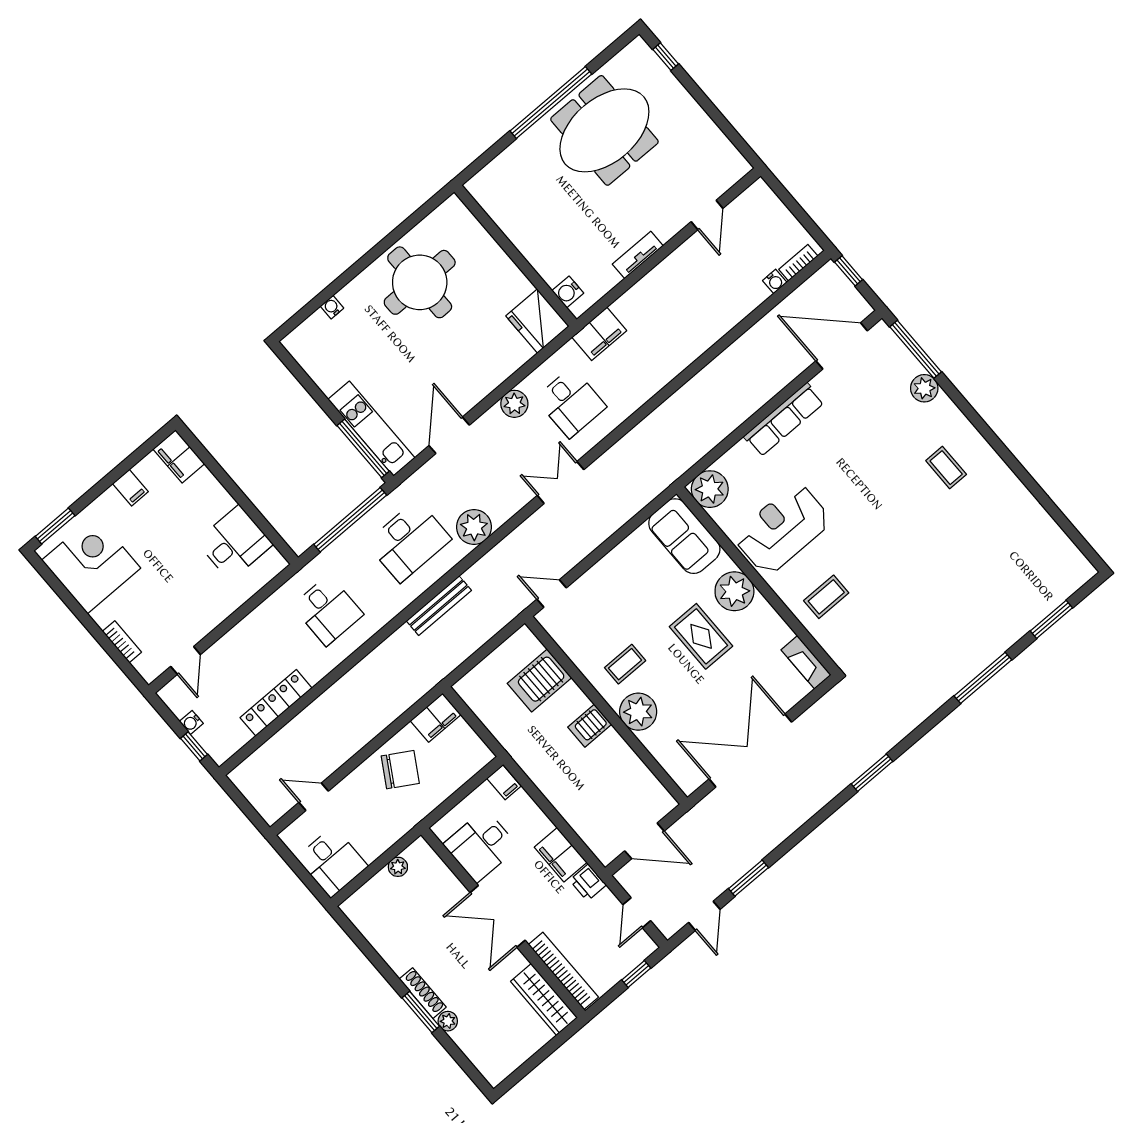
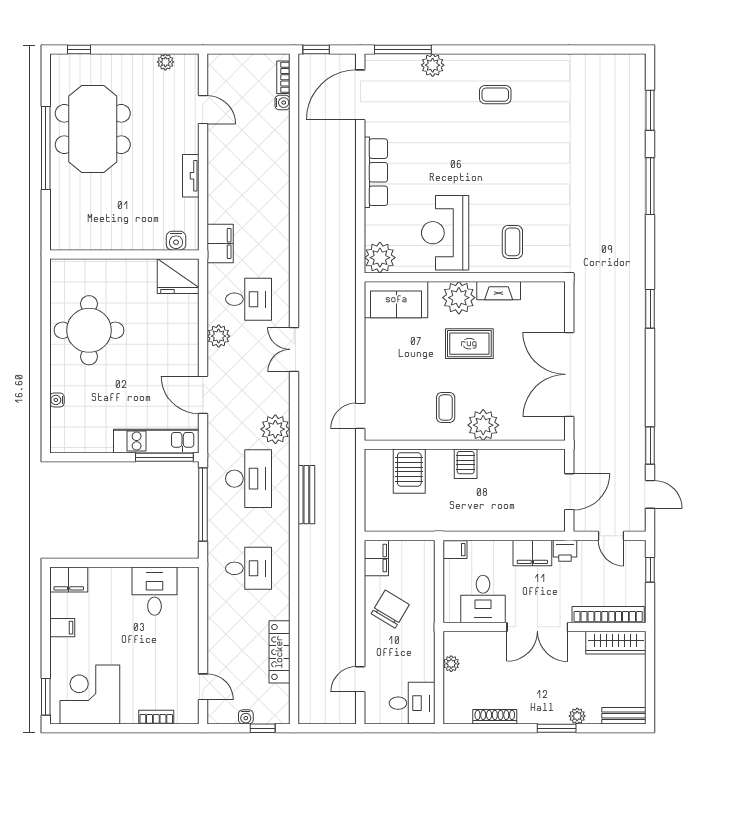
plant: (721, 144) -> (165, 62), added
fireplace: (806, 662) -> (499, 291), moved
shoe rack: (423, 993) -> (495, 717), moved
bench: (484, 1063) -> (624, 716), added

